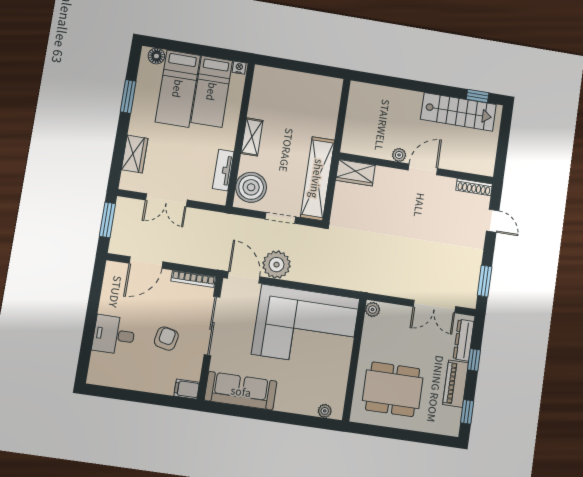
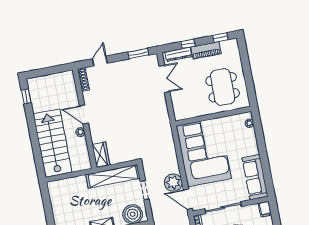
stairs: (458, 112) -> (52, 143), moved, width x1.36, depth x1.51
door: (244, 277) -> (188, 199), hinge flipped
plant: (373, 310) -> (180, 116), removed

